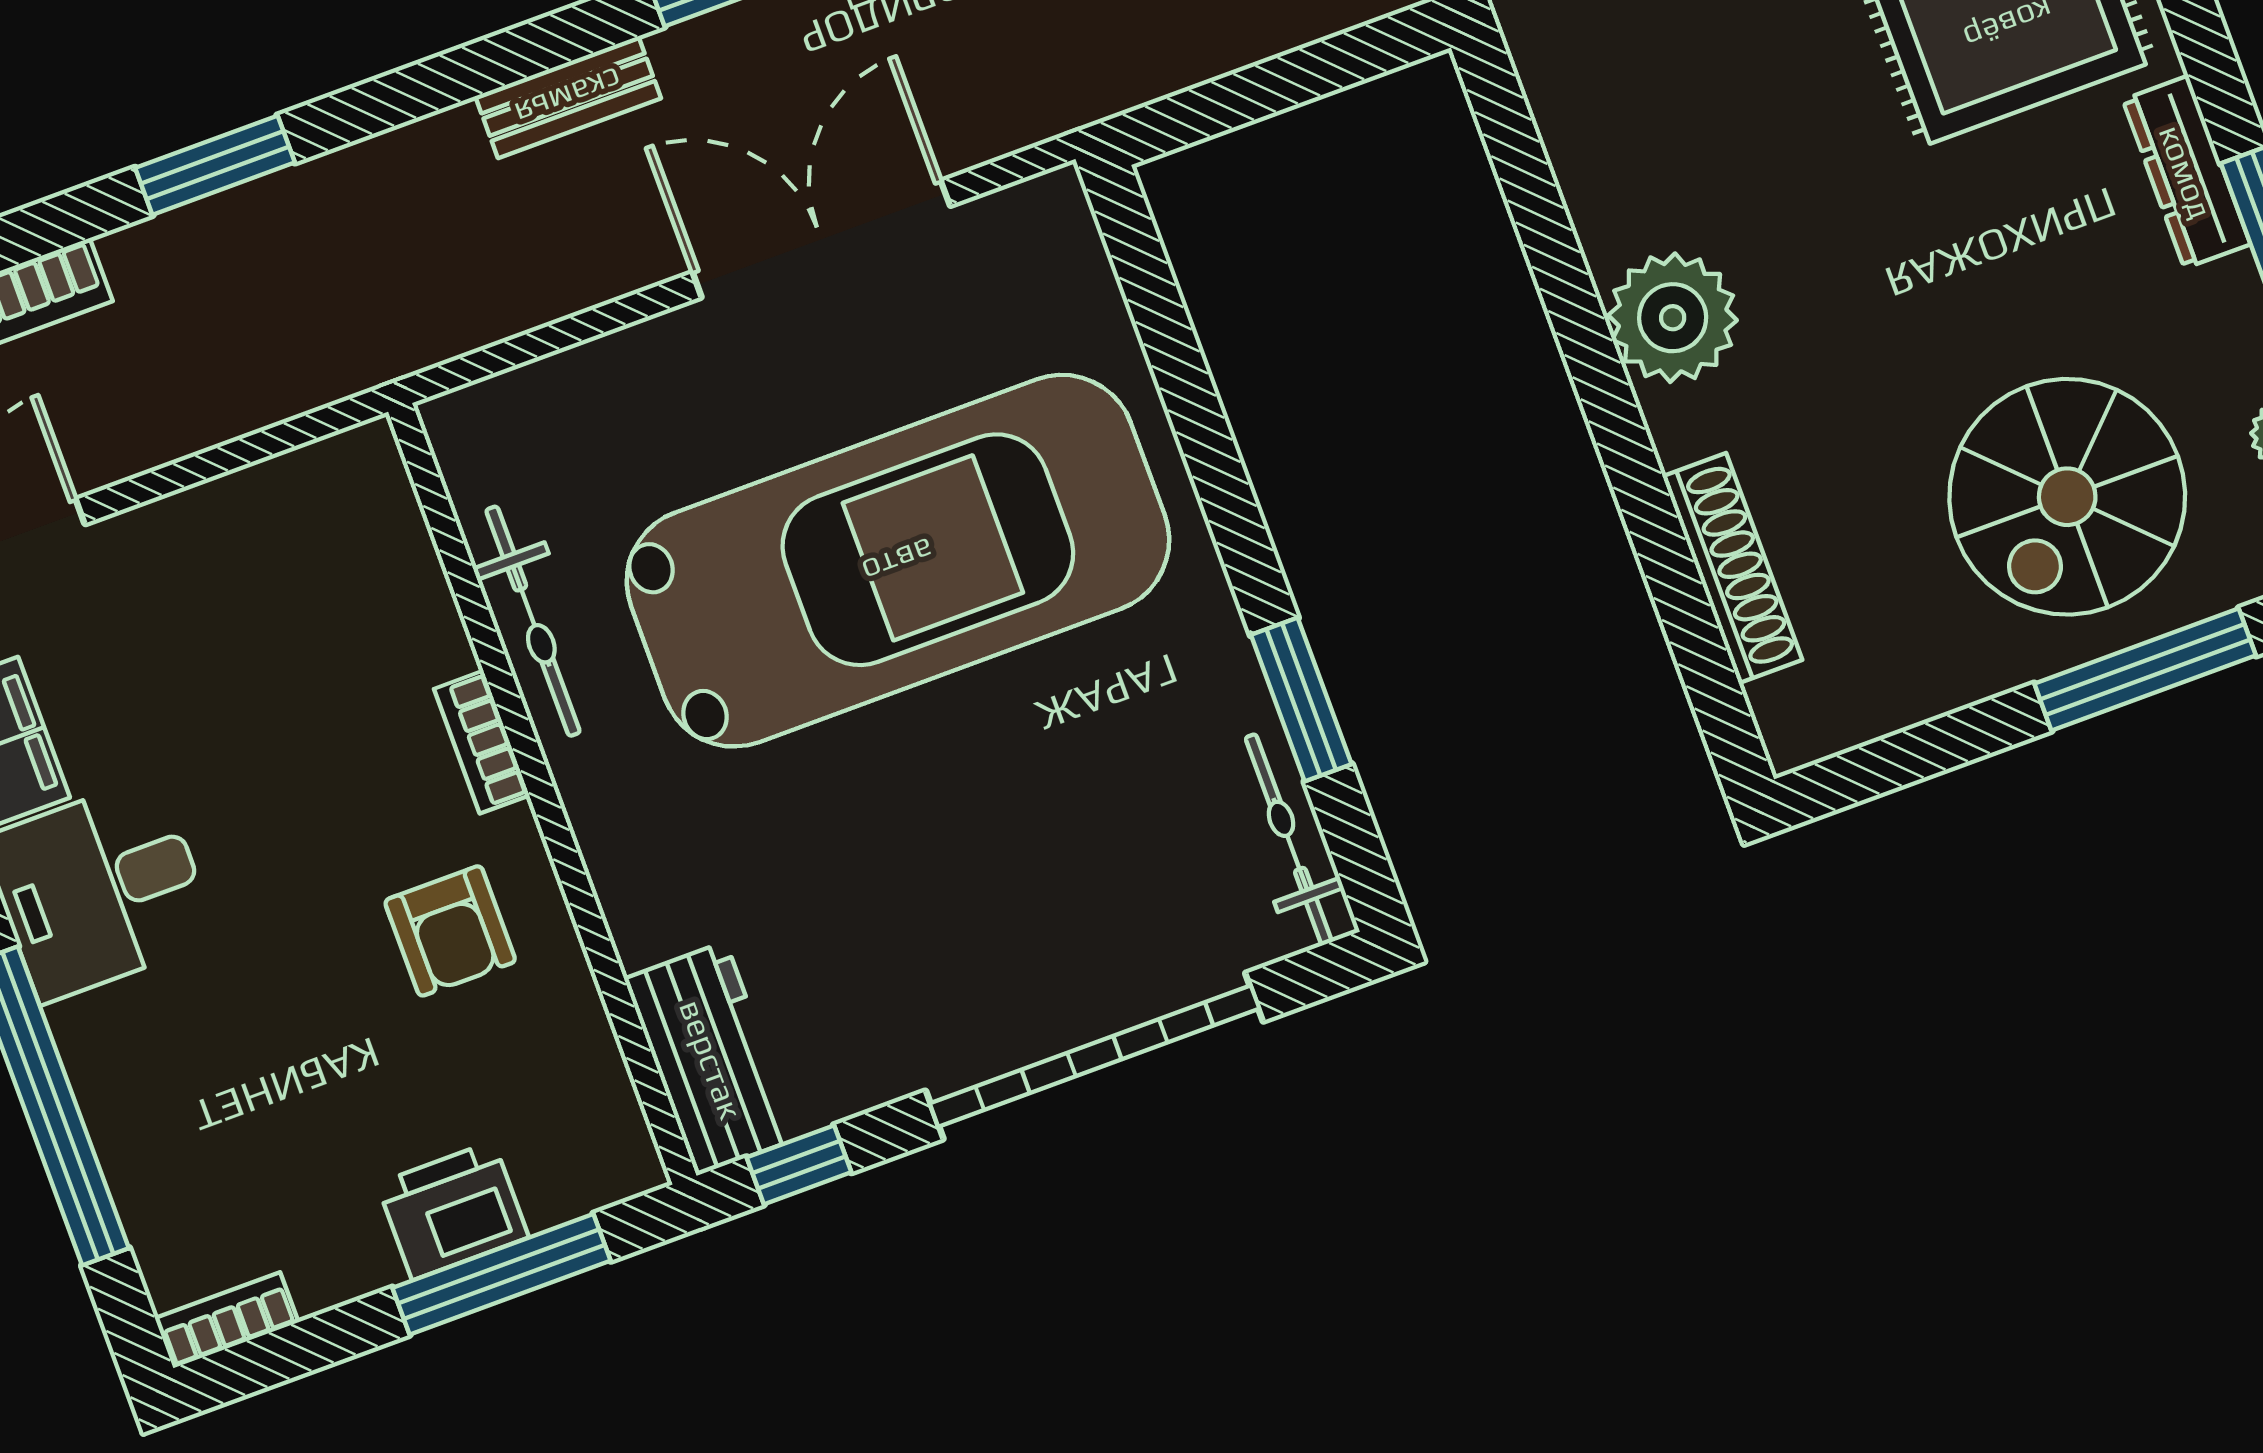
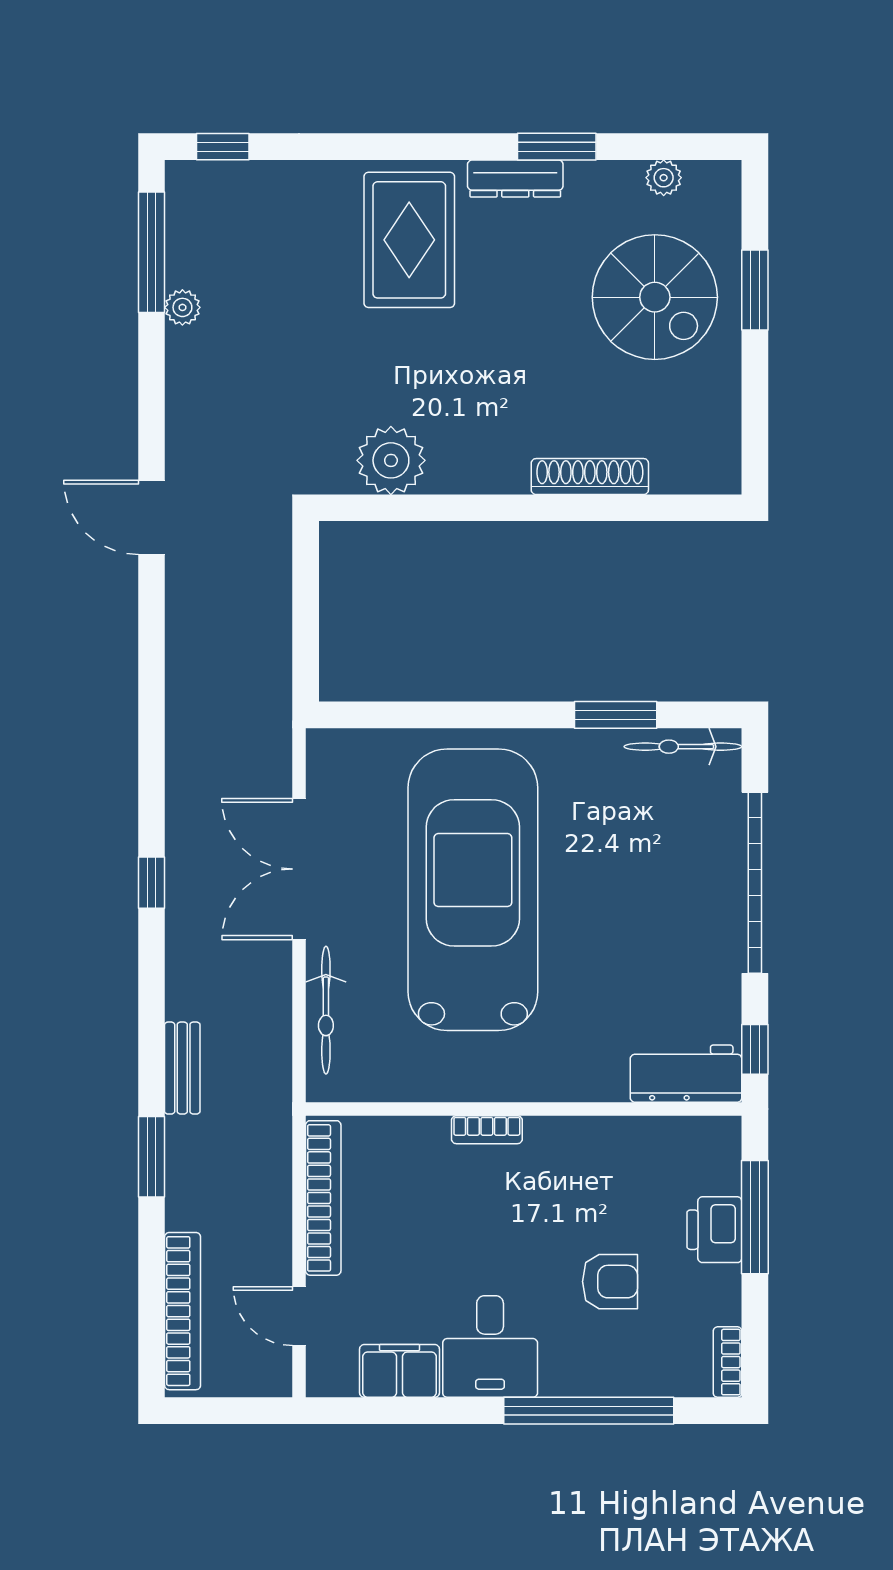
bench: (568, 97) -> (182, 1068), moved
plant: (1673, 318) -> (391, 460), moved
bookcase: (254, 496) -> (323, 1198), added
shoe rack: (1732, 568) -> (590, 477), moved
bicycle: (533, 621) -> (326, 1010), moved, turned 90
window: (2145, 669) -> (755, 290), width x0.69
armchair: (450, 931) -> (610, 1282), moved

